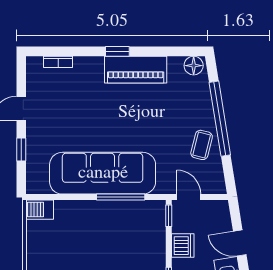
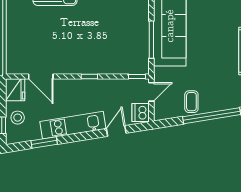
coffee table: (202, 145) -> (191, 102), turned 76
dishwasher: (183, 246) -> (141, 113), moved, turned 90

